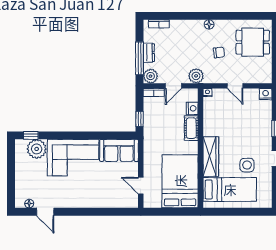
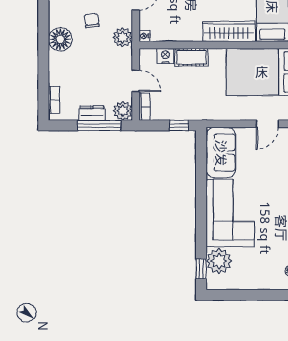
floor lamp: (209, 24) -> (60, 39), width x1.89, depth x1.89
plant: (196, 76) -> (123, 37), moved

